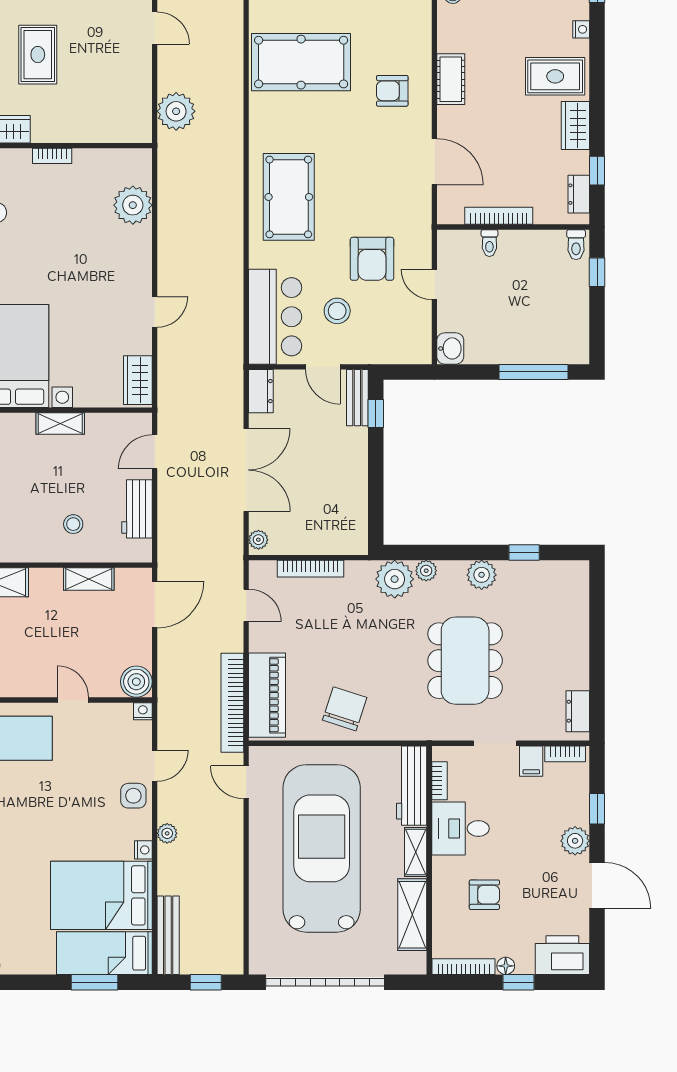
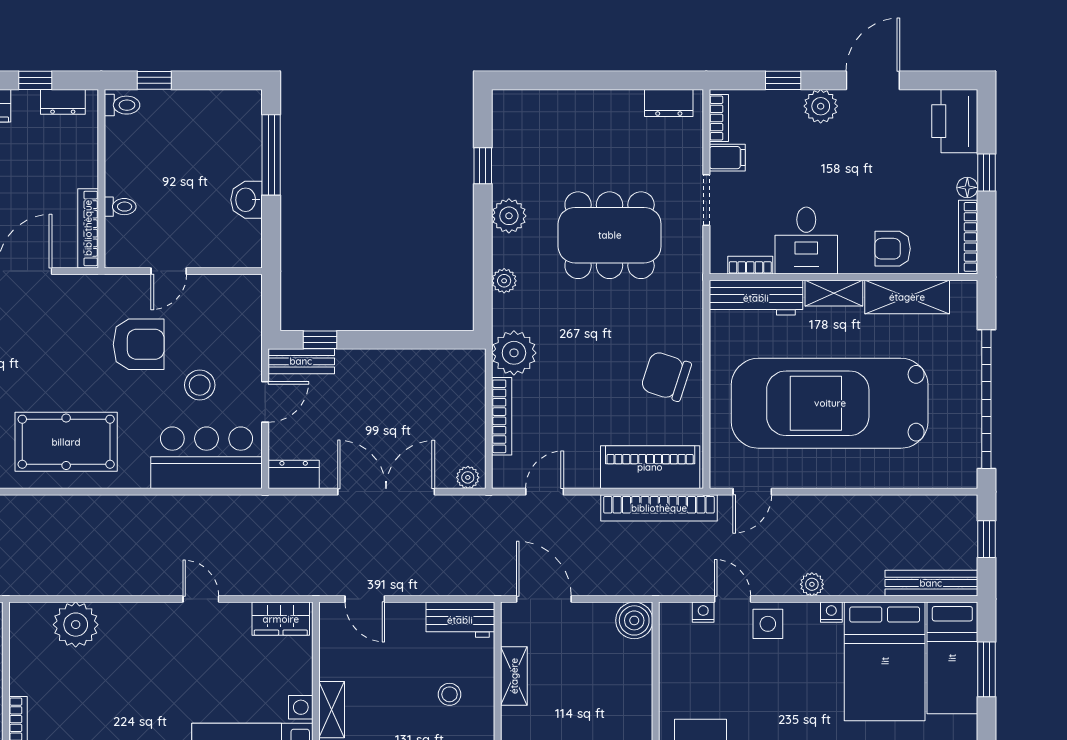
bookcase: (499, 216) -> (88, 228), moved
washbasin: (450, 348) -> (247, 200), moved, turned -90
workbench: (137, 509) -> (460, 620), moved
plant: (395, 579) -> (514, 353), moved
door: (73, 700) -> (656, 695), removed
nightstand: (143, 711) -> (703, 612), moved, turned 90
armchair: (484, 895) -> (893, 249), moved, turned -90

